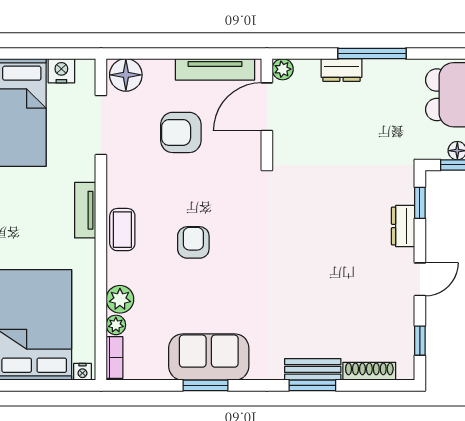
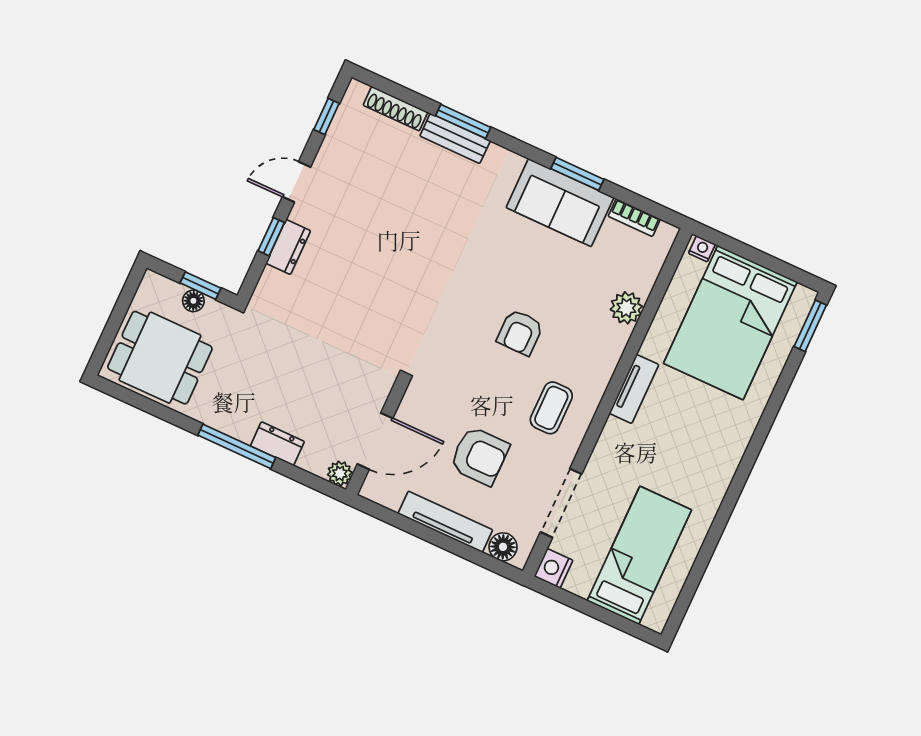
tv unit: (215, 69) -> (445, 522), moved
nightstand: (61, 71) -> (554, 568), moved, turned 90
floor lamp: (126, 75) -> (503, 547), width x0.73, depth x0.73
window: (420, 203) -> (271, 237), moved
tv unit: (85, 210) -> (634, 389), moved
coffee table: (122, 230) -> (551, 408), moved
plant: (116, 325) -> (643, 282), removed
bookcase: (114, 358) -> (634, 218), moved, turned -90

